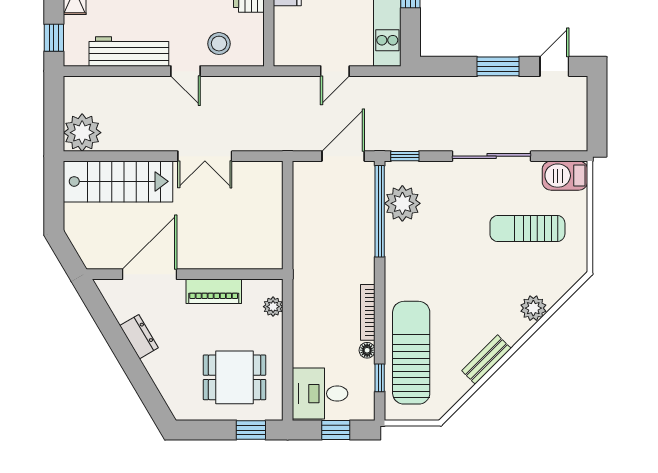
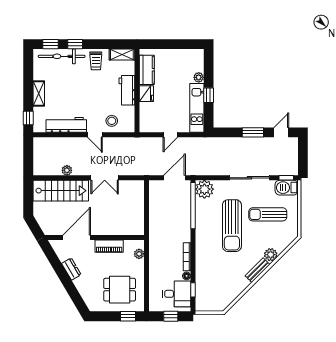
plant: (82, 133) -> (67, 170), moved, width x0.53, depth x0.53
window: (405, 156) -> (286, 178), moved
plant: (402, 203) -> (204, 189), moved
sun lounger: (411, 353) -> (232, 226), moved, turned 180
bench: (486, 360) -> (257, 270), moved
desk: (320, 394) -> (177, 294), moved, turned 180

